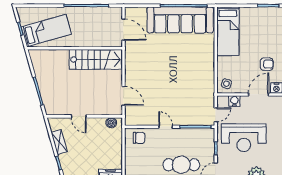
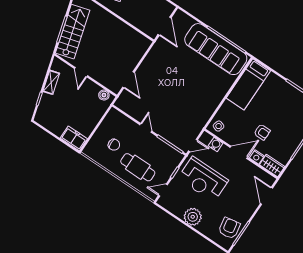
stairs: (96, 59) -> (73, 32), moved, turned -106
chair: (139, 138) -> (114, 145), moved

